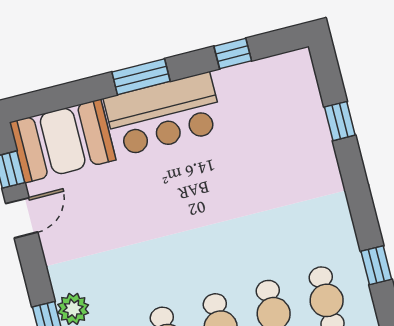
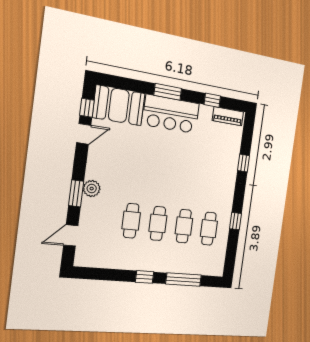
piano: (276, 70) -> (228, 116), added
window: (340, 121) -> (244, 163), moved

